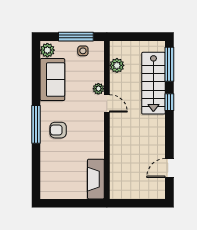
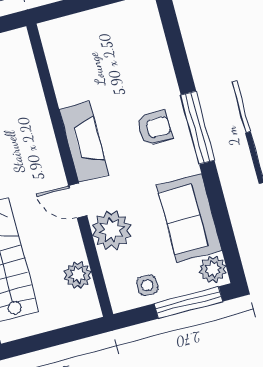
window: (76, 37) -> (188, 302), moved
plant: (98, 89) -> (112, 230), width x1.87, depth x1.87
fireplace: (96, 179) -> (84, 142), moved

